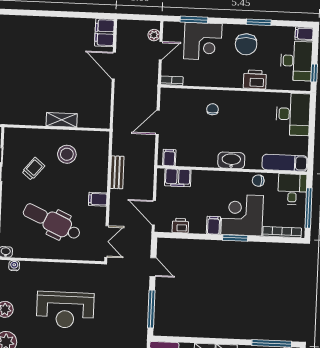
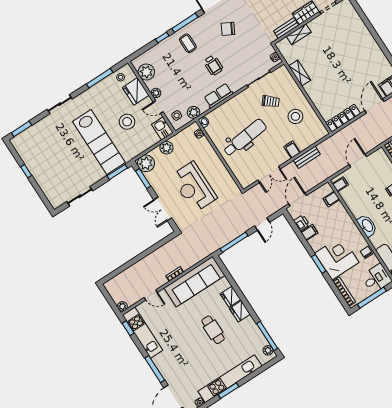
locker: (103, 106) -> (343, 118), added
shelving: (62, 120) -> (300, 73), moved
door: (158, 122) -> (358, 161), hinge flipped
filing cabinet: (178, 178) -> (331, 199), width x0.50
filing cabinet: (98, 199) -> (292, 150), moved
dental chair: (52, 222) -> (245, 138), turned 60
filing cabinet: (213, 225) -> (309, 232), moved
double door: (106, 241) -> (269, 174), moved

